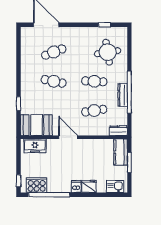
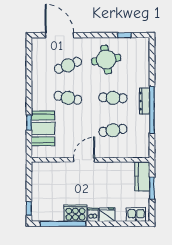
round table: (108, 52) -> (106, 60), moved
dresser: (123, 95) -> (144, 101), moved
booth: (36, 125) -> (43, 128), moved, turned 90
dresser: (118, 131) -> (140, 153), removed
door: (68, 137) -> (84, 160), hinge flipped
freezer: (35, 146) -> (47, 170), removed
cooker: (37, 185) -> (75, 213), moved

